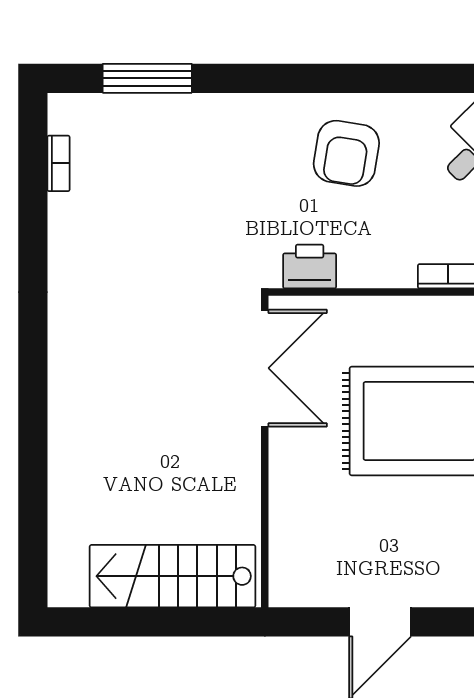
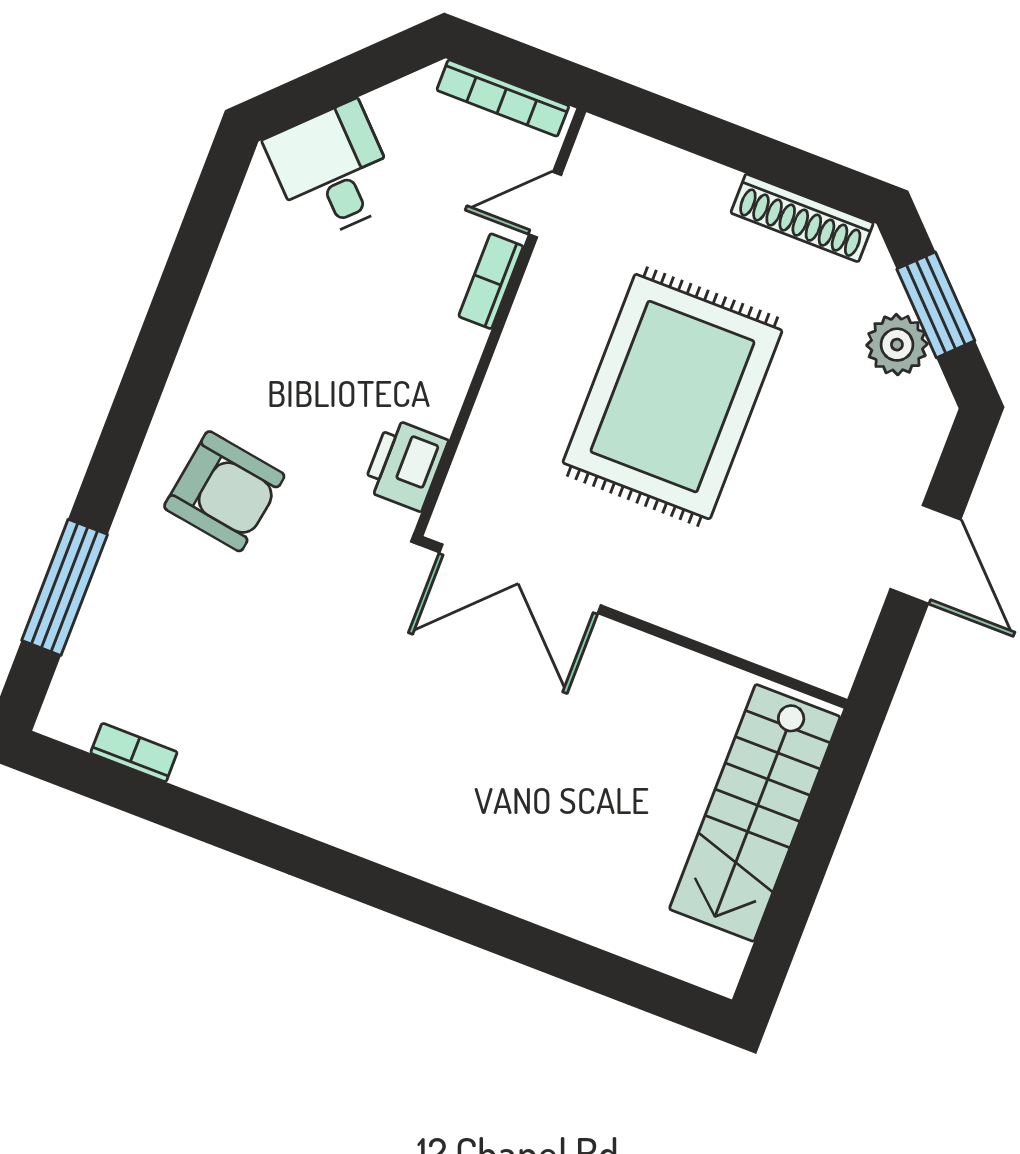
armchair: (346, 153) -> (224, 491), moved
double door: (265, 368) -> (520, 579), swing flipped

